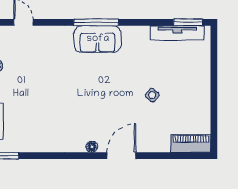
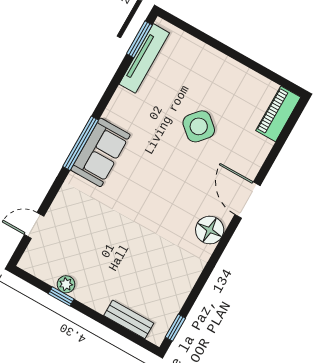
side table: (152, 95) -> (199, 126), width x1.87, depth x1.87
floor lamp: (92, 147) -> (210, 230), width x1.89, depth x1.89

